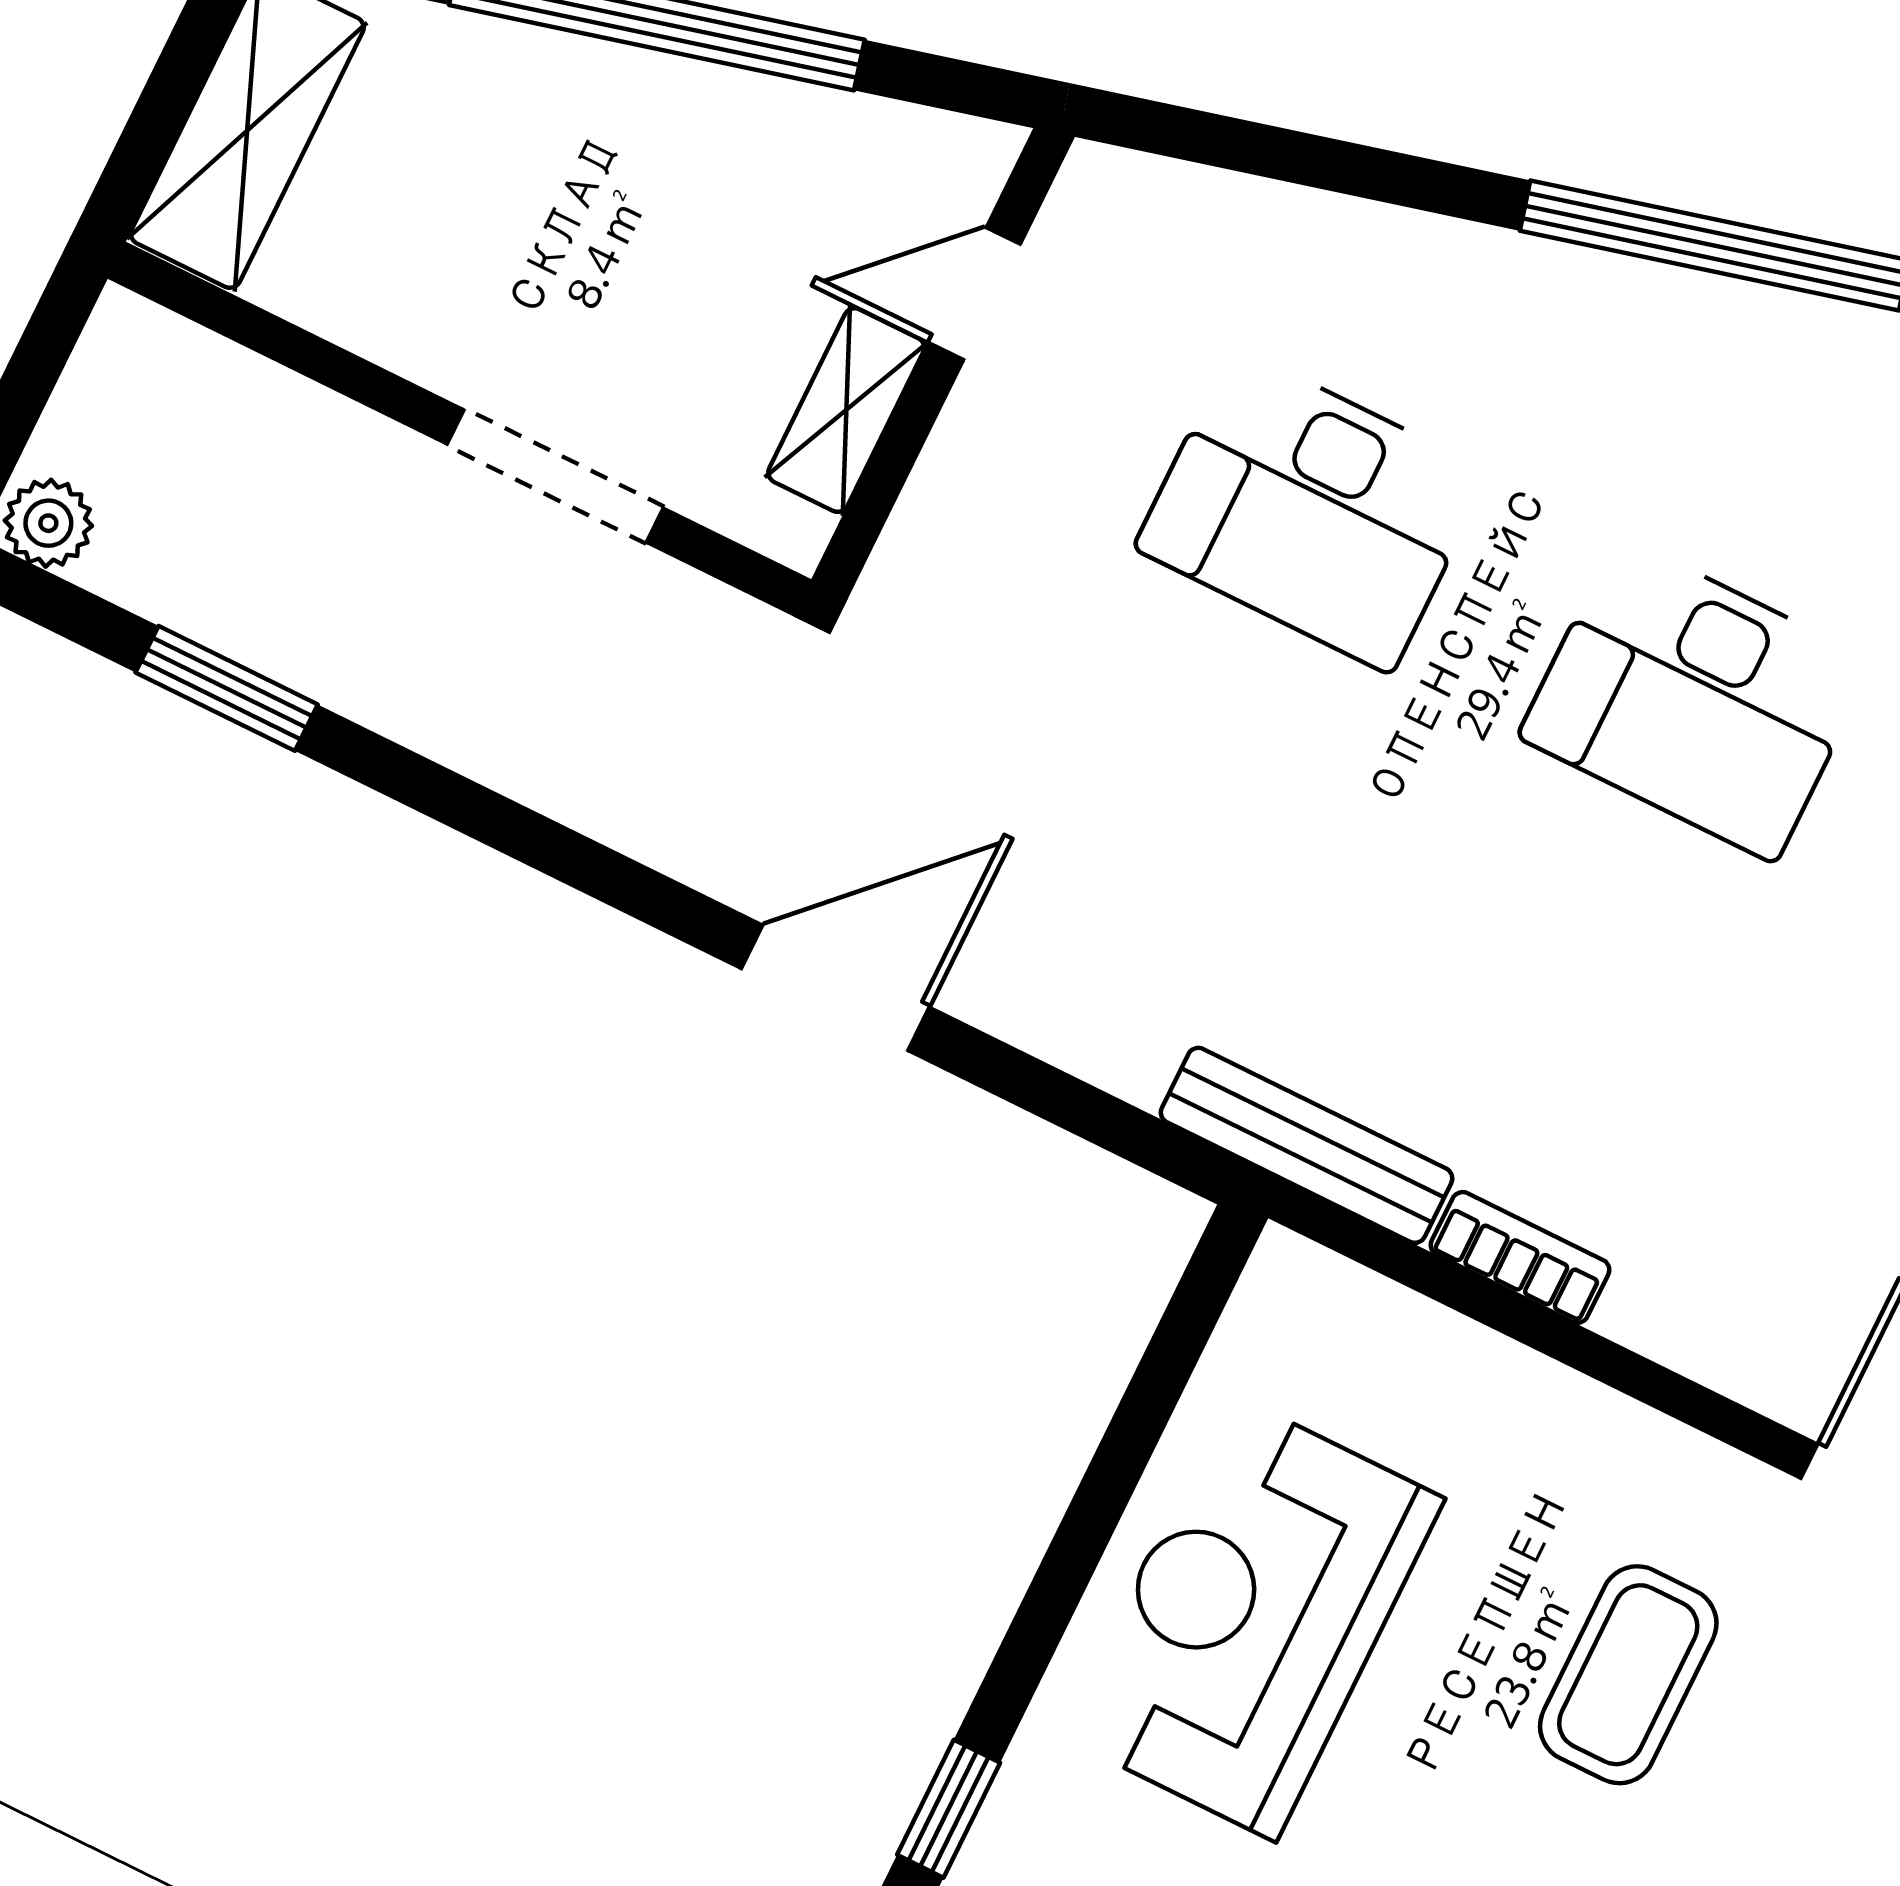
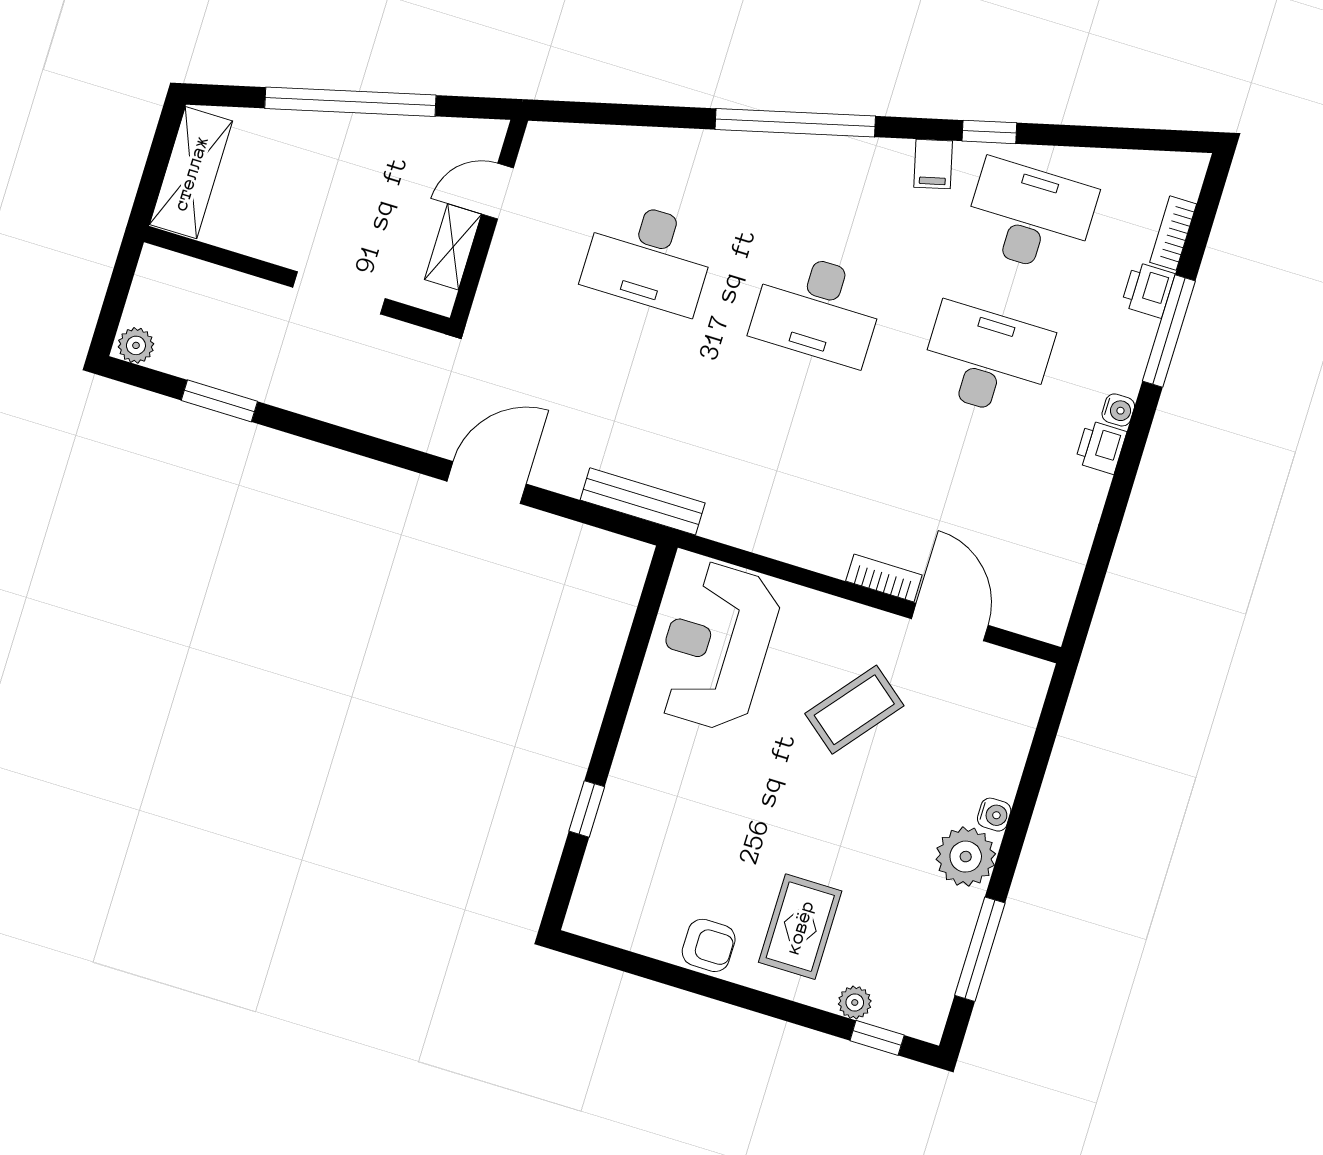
bench: (1307, 1145) -> (643, 501), moved
bookcase: (1520, 1257) -> (884, 578), moved
reception desk: (1252, 1617) -> (716, 646), moved
coffee table: (1628, 1675) -> (854, 710), turned 39

